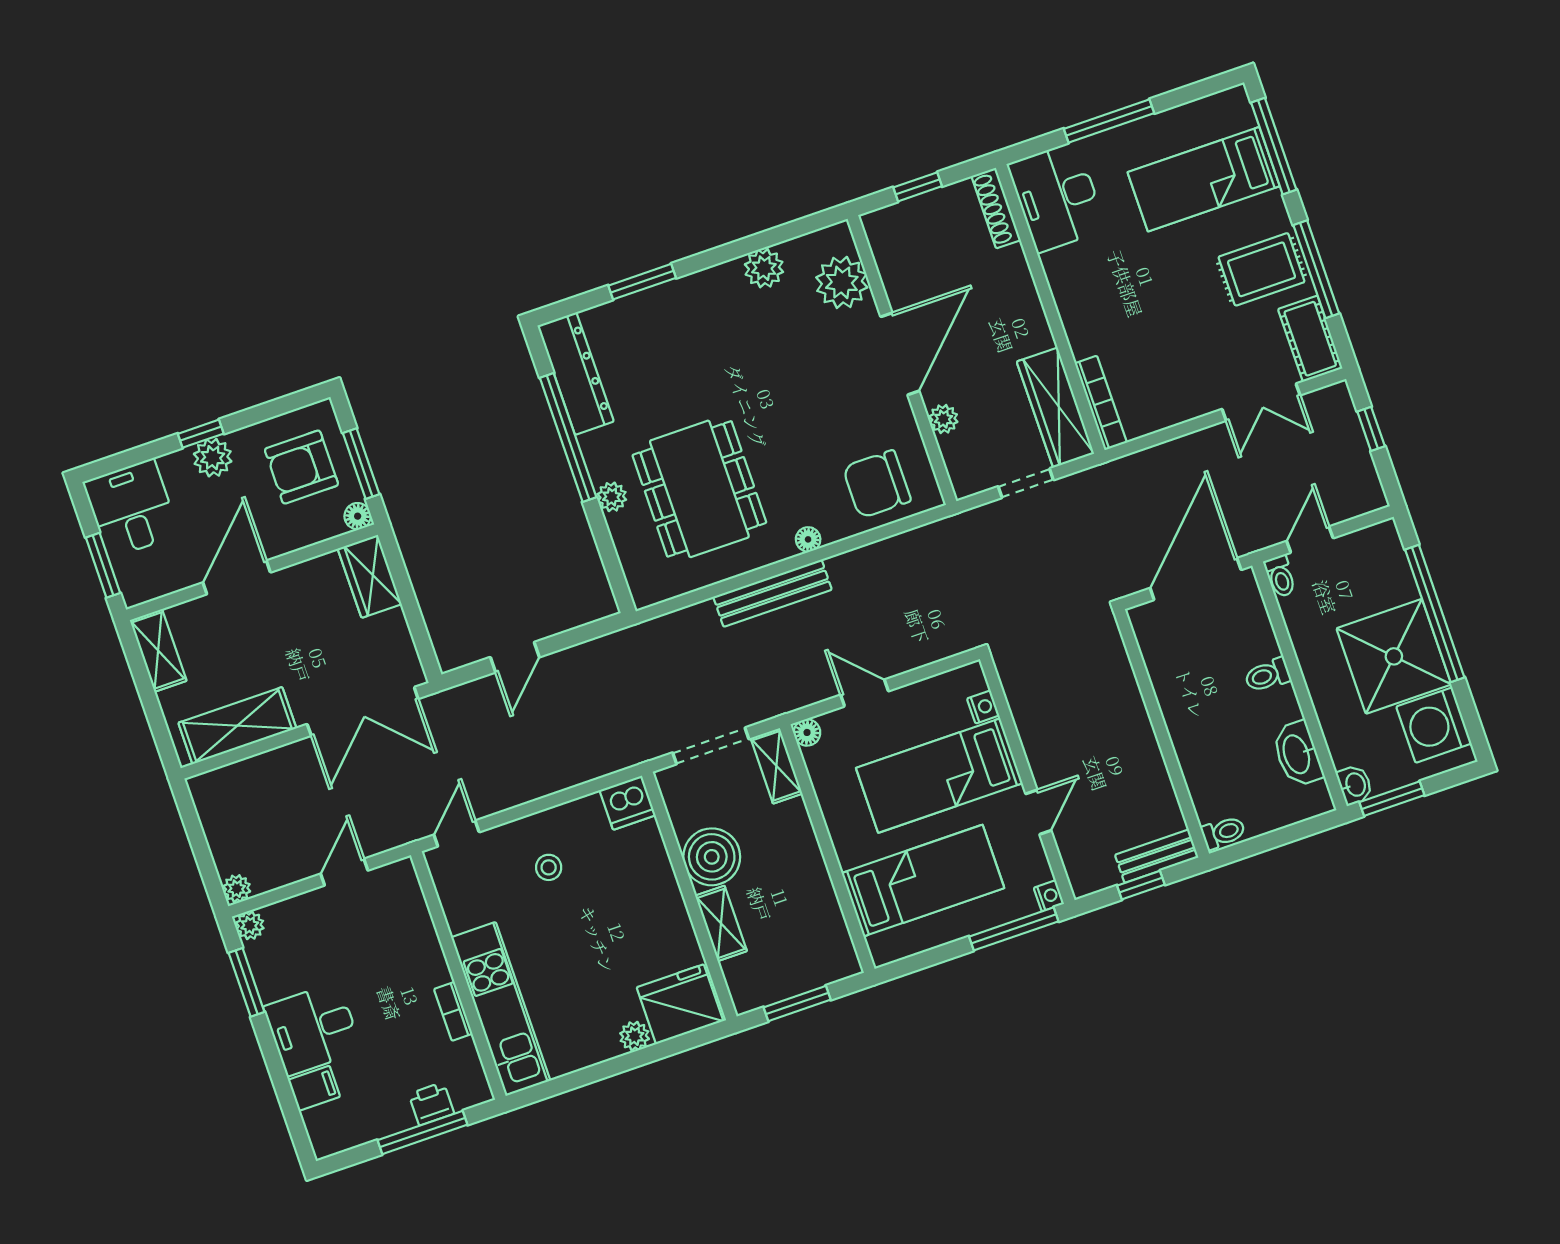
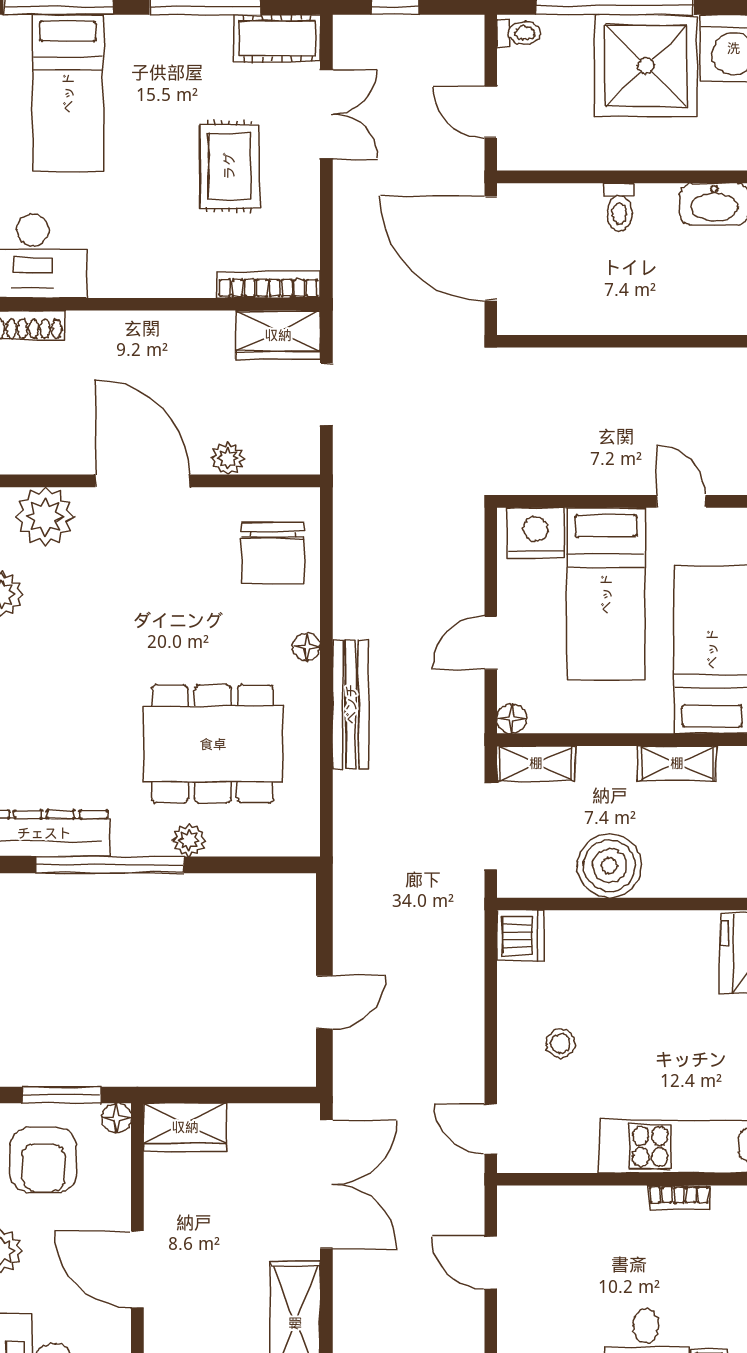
rug: (1262, 269) -> (229, 166), moved
wardrobe: (1055, 408) -> (278, 335), width x0.67
toilet: (1280, 576) -> (519, 33), moved
door: (515, 657) -> (324, 1002), hinge flipped
nightstand: (983, 707) -> (536, 533), width x1.89, depth x1.79
shelving: (721, 923) -> (677, 763), moved

